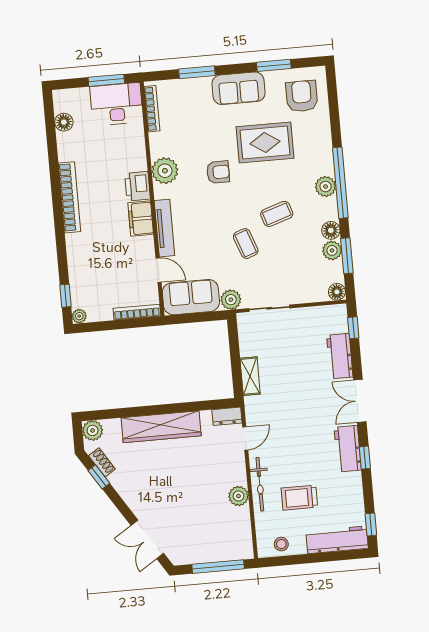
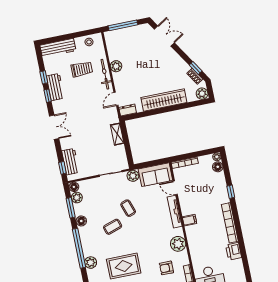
floor lamp: (64, 122) -> (218, 167), moved
armchair: (218, 172) -> (166, 268), moved
printer: (137, 186) -> (234, 251), moved, turned 180
plant: (326, 187) -> (91, 263), moved
filing cabinet: (141, 219) -> (190, 220), width x0.50
plant: (332, 250) -> (77, 198), moved
window: (66, 296) -> (231, 192), moved
workbench: (340, 356) -> (70, 162), moved
workbench: (348, 449) -> (55, 87), moved
window: (371, 524) -> (44, 77), moved

